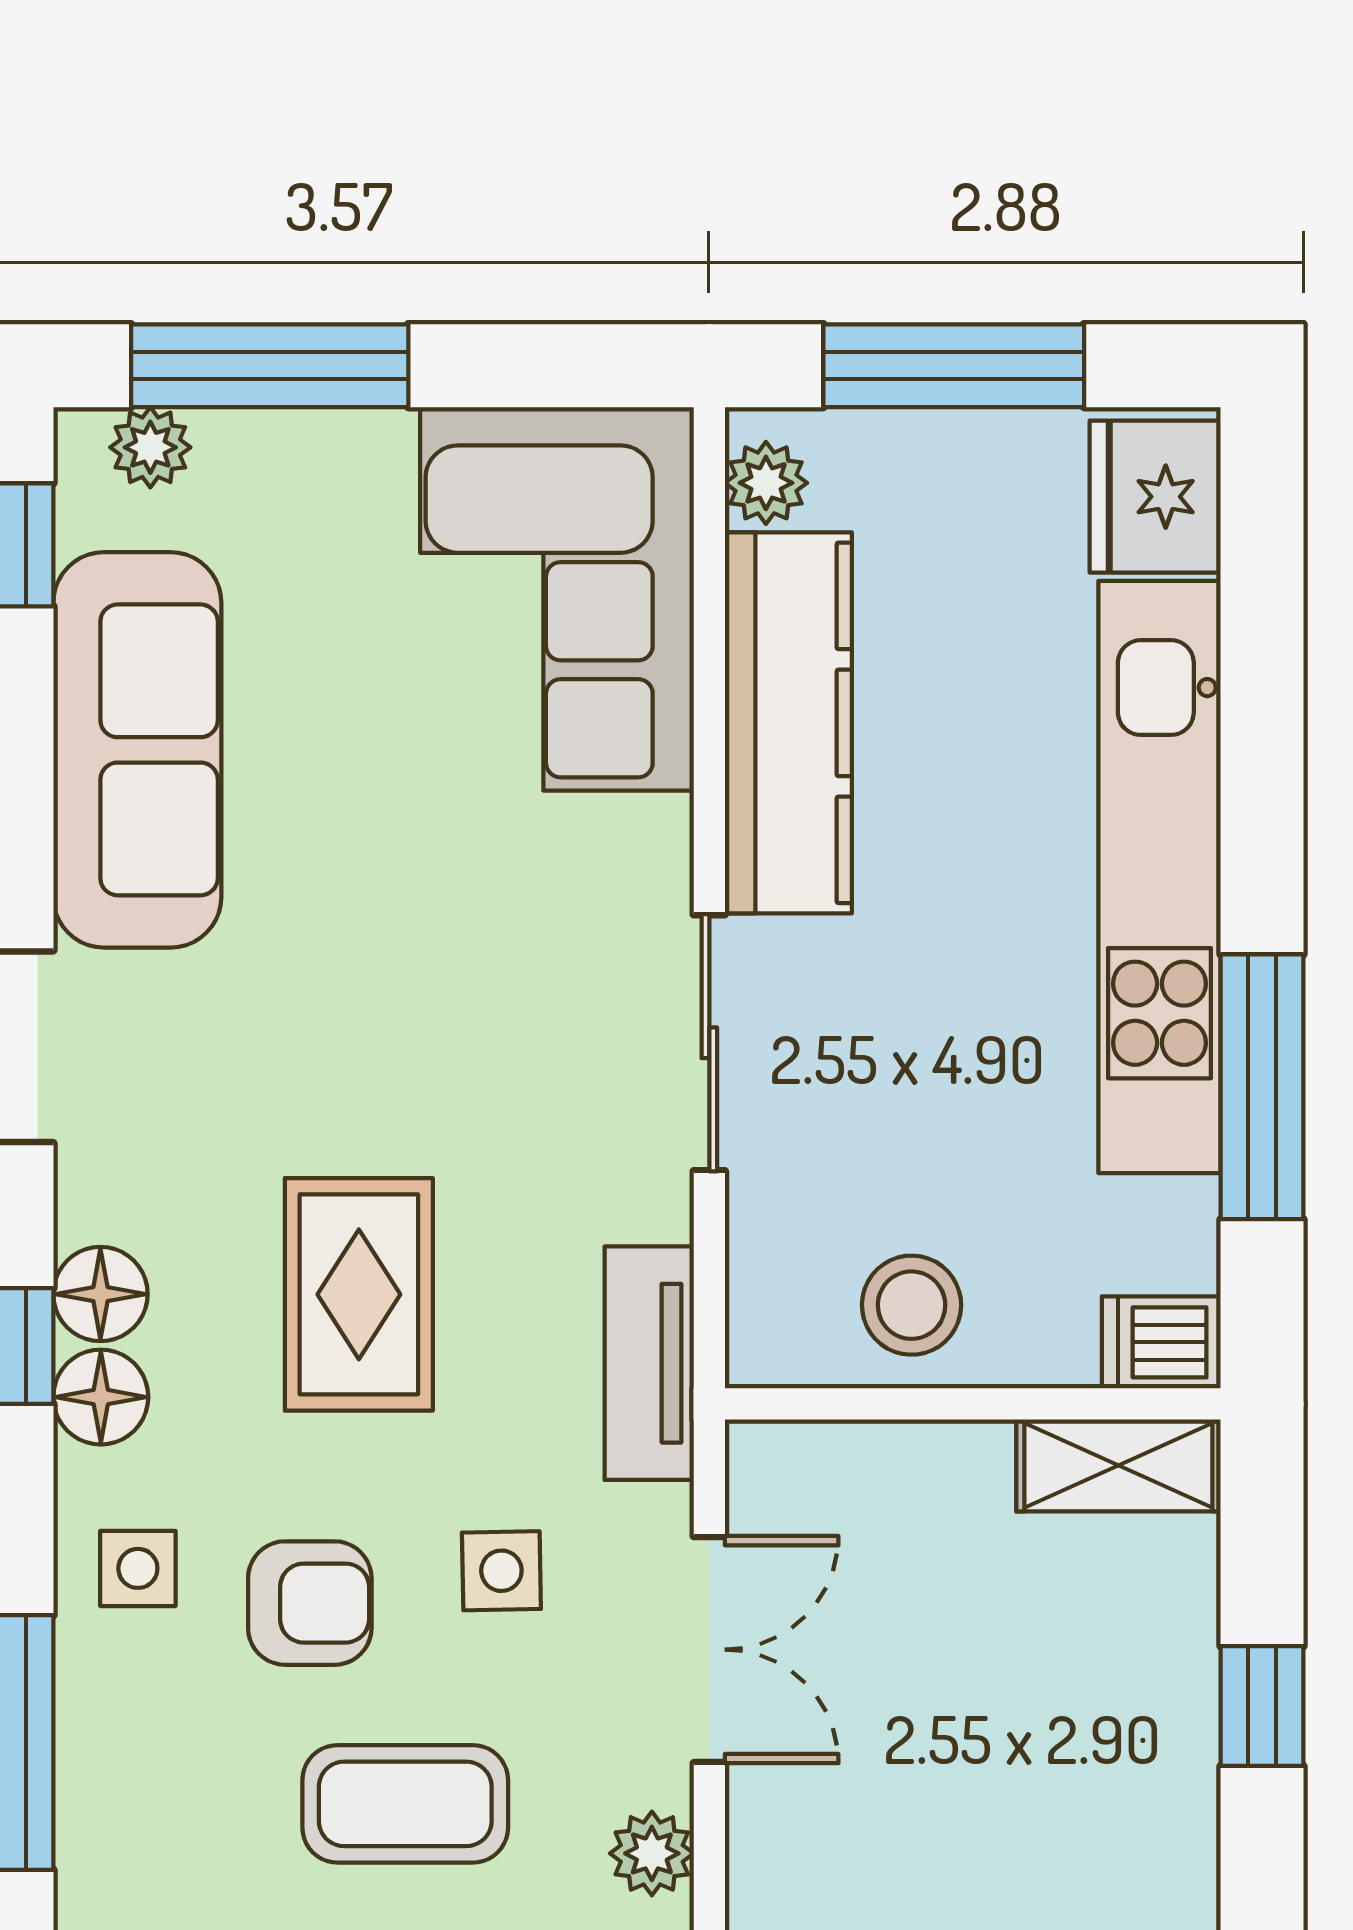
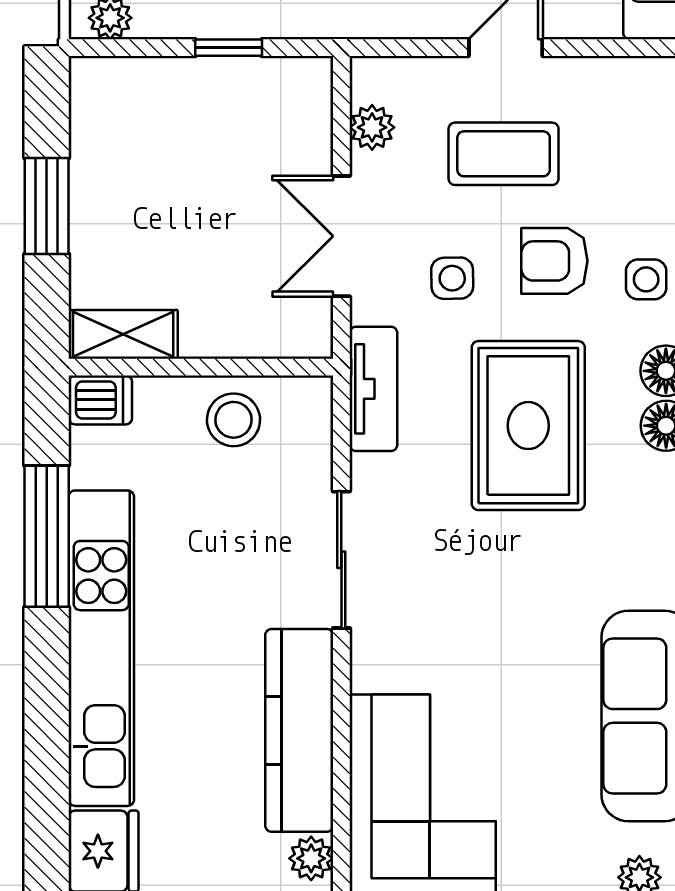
rug: (359, 1294) -> (528, 426), width x1.36, depth x1.43
window: (1262, 1706) -> (47, 206), width x1.50

